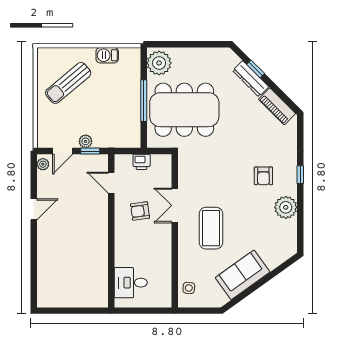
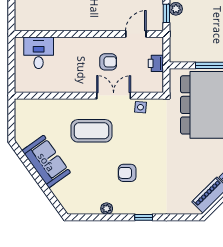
armchair: (263, 176) -> (127, 173), moved
plant: (286, 207) -> (107, 209), width x0.53, depth x0.53
armchair: (140, 211) -> (108, 62), turned 98
side table: (189, 288) -> (140, 107), moved

